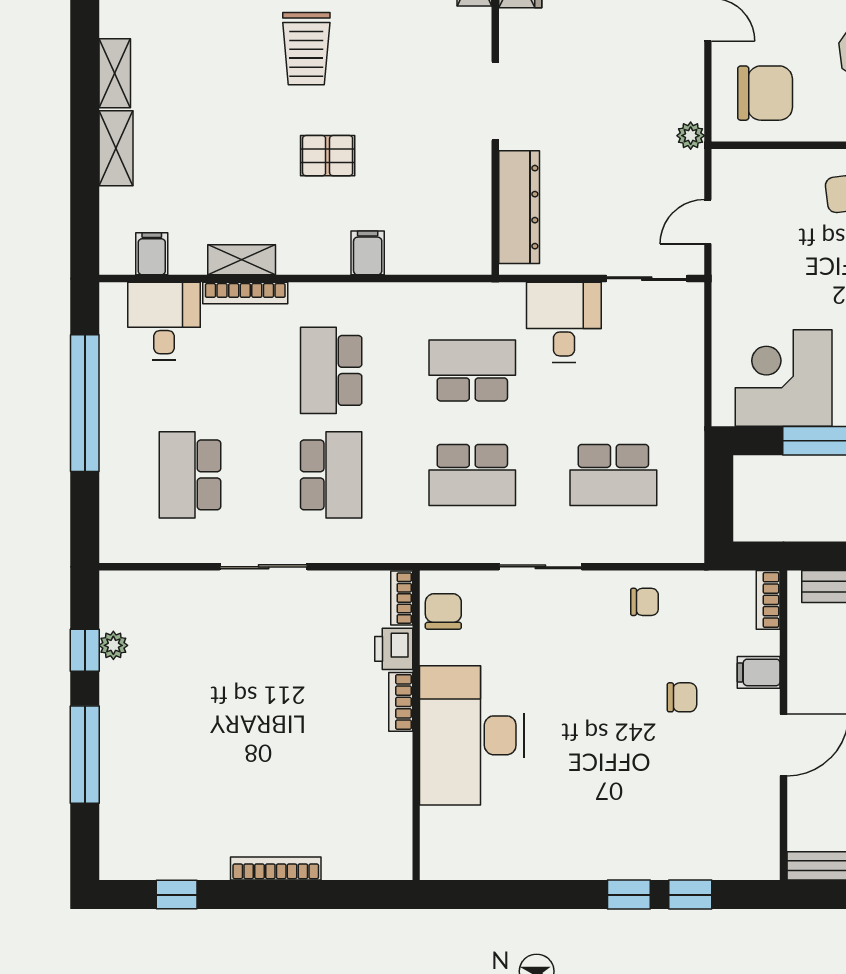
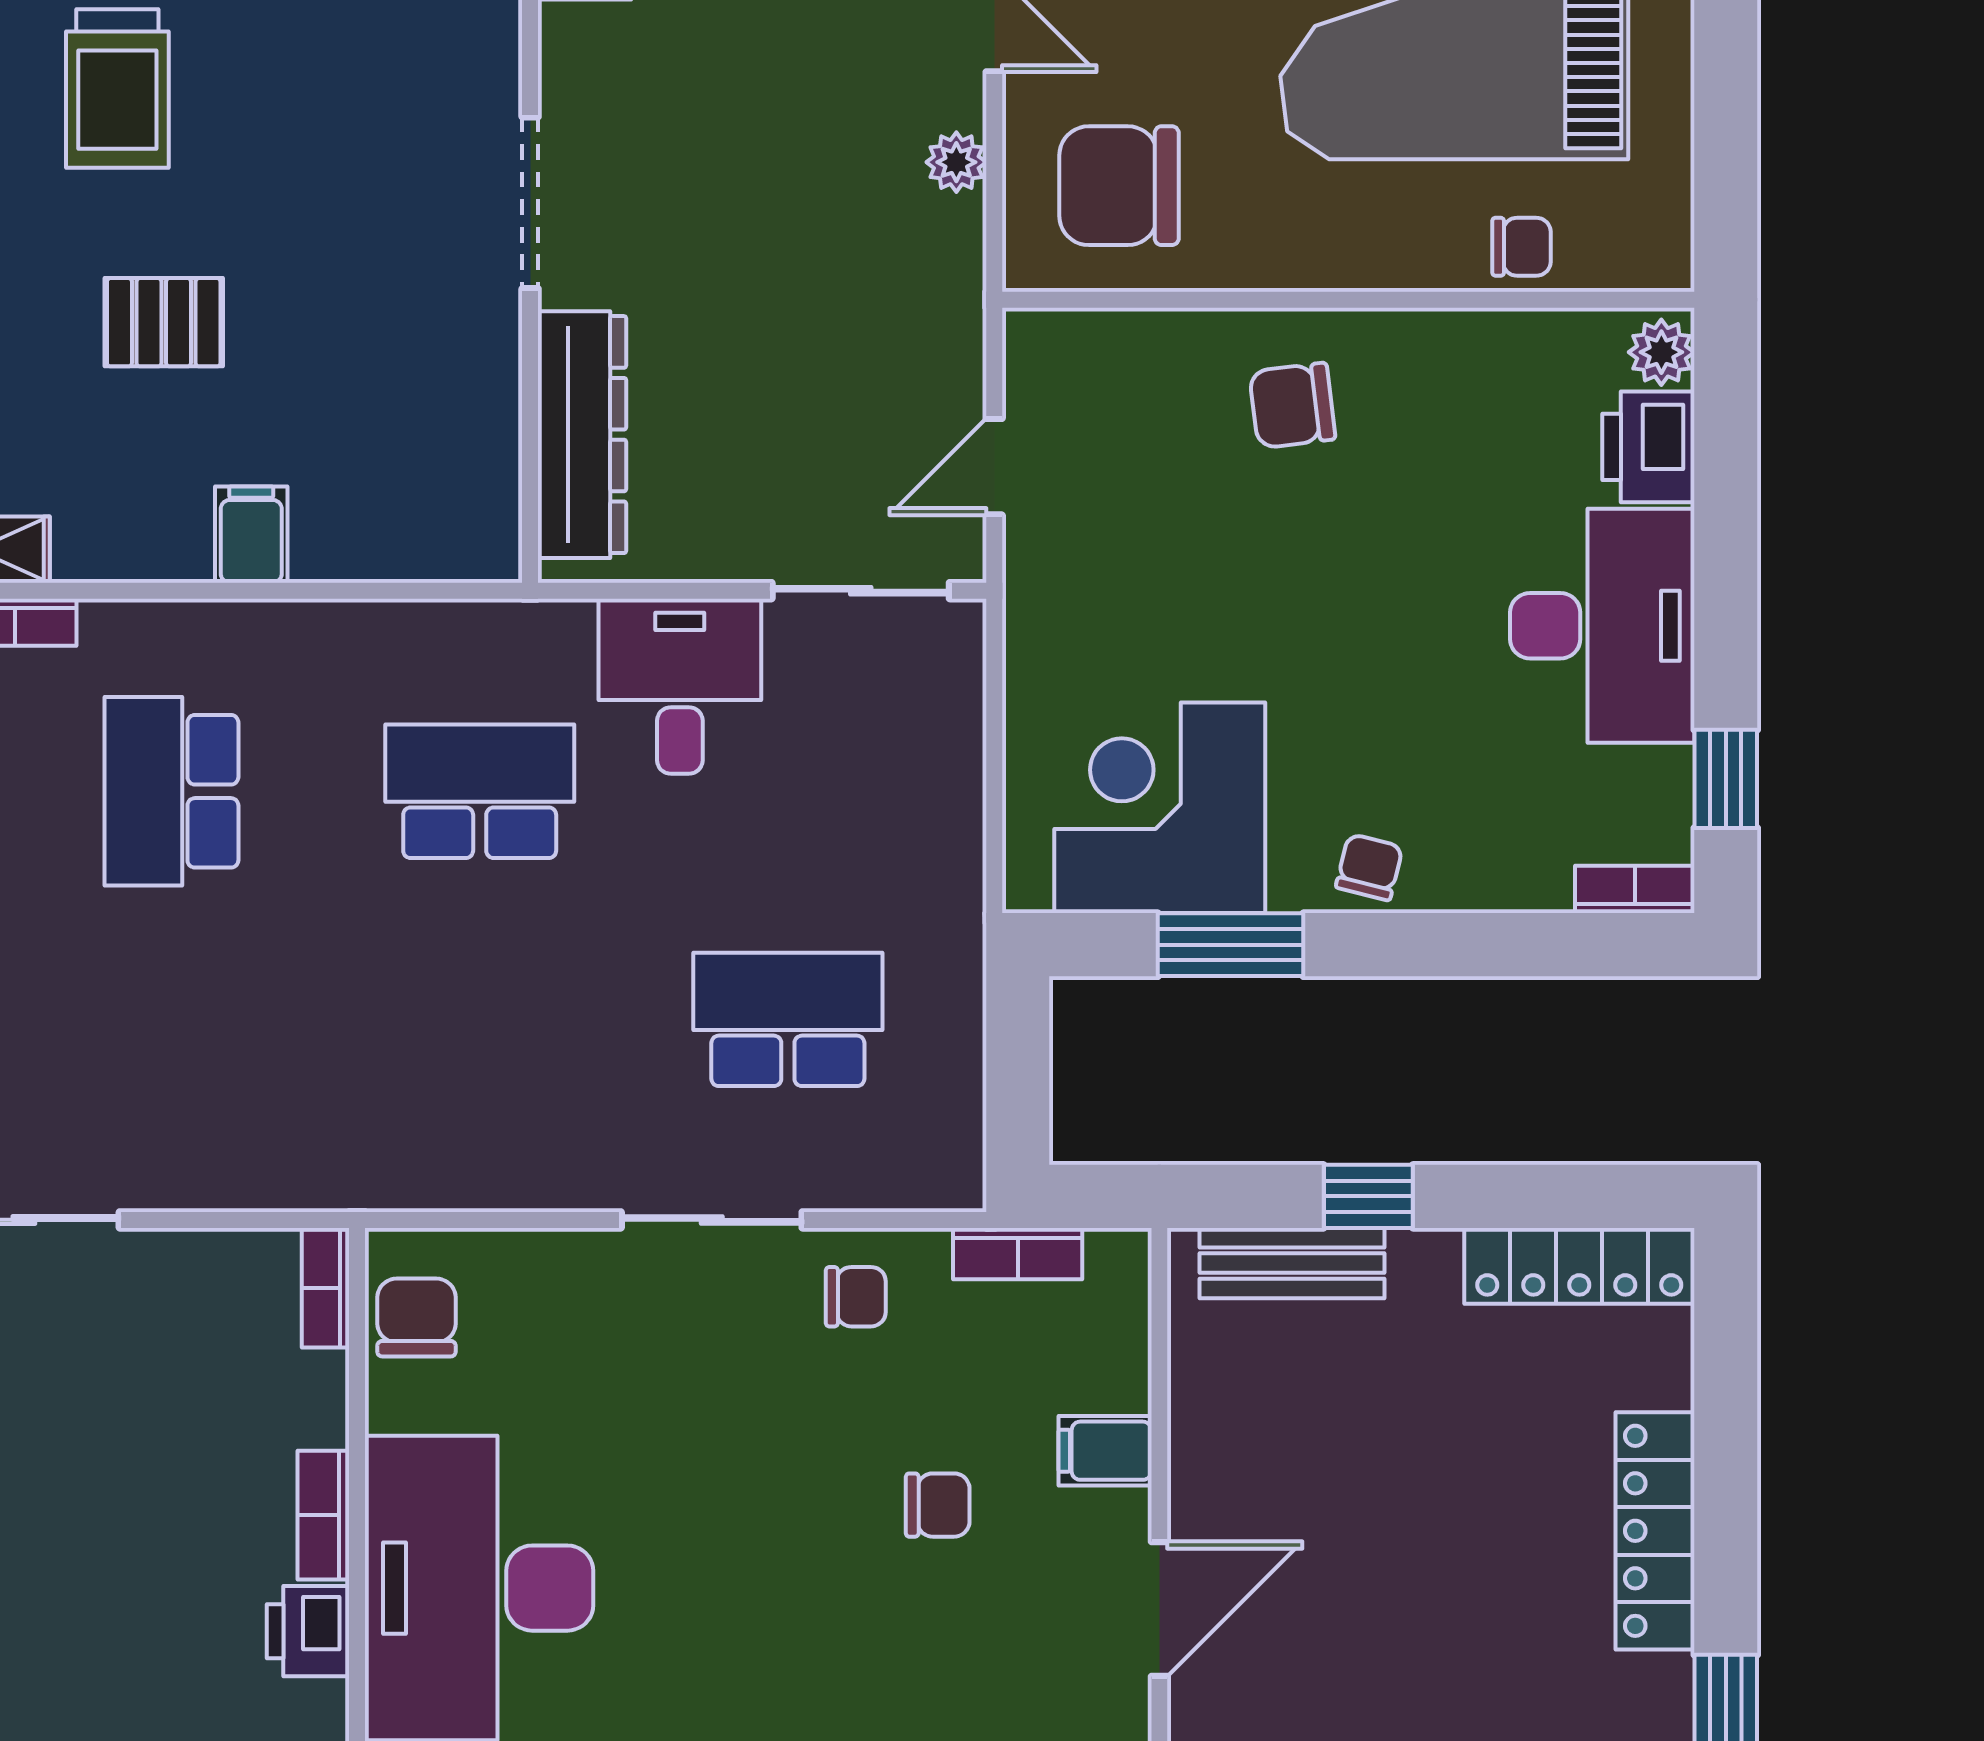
chair: (765, 93) -> (1119, 186), turned 180
plant: (691, 136) -> (956, 162), moved
school desk: (331, 475) -> (171, 1019), removed
school desk: (472, 475) -> (480, 1019), removed
school desk: (613, 475) -> (788, 1019), turned 180
sliding door: (540, 567) -> (712, 1220), moved
bookcase: (768, 600) -> (1018, 1254), moved, turned -90
printer: (394, 649) -> (308, 1631), moved

